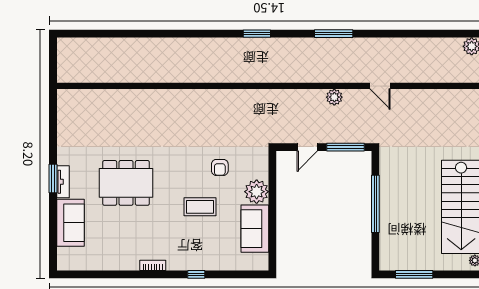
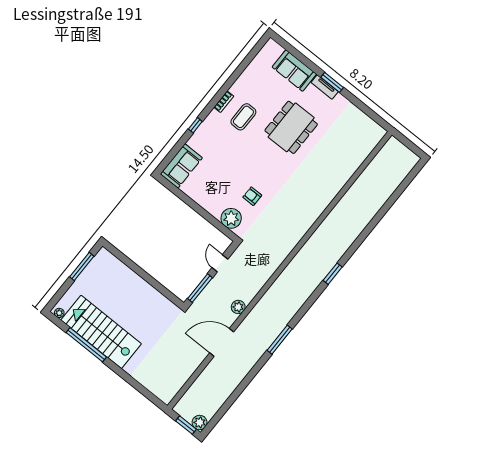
window: (257, 34) -> (333, 274), moved
door: (380, 86) -> (222, 342), width x1.87
plant: (257, 192) -> (231, 218), moved
window: (375, 204) -> (148, 278), removed
coffee table: (200, 207) -> (243, 117), moved
sofa: (255, 229) -> (181, 166), moved, turned 90

